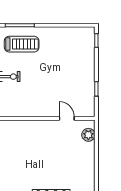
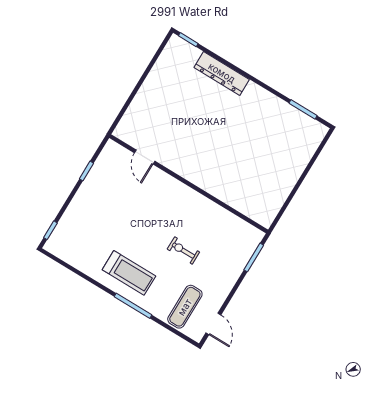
treadmill: (22, 44) -> (129, 273), moved, turned 180
plant: (88, 135) -> (130, 121), removed

